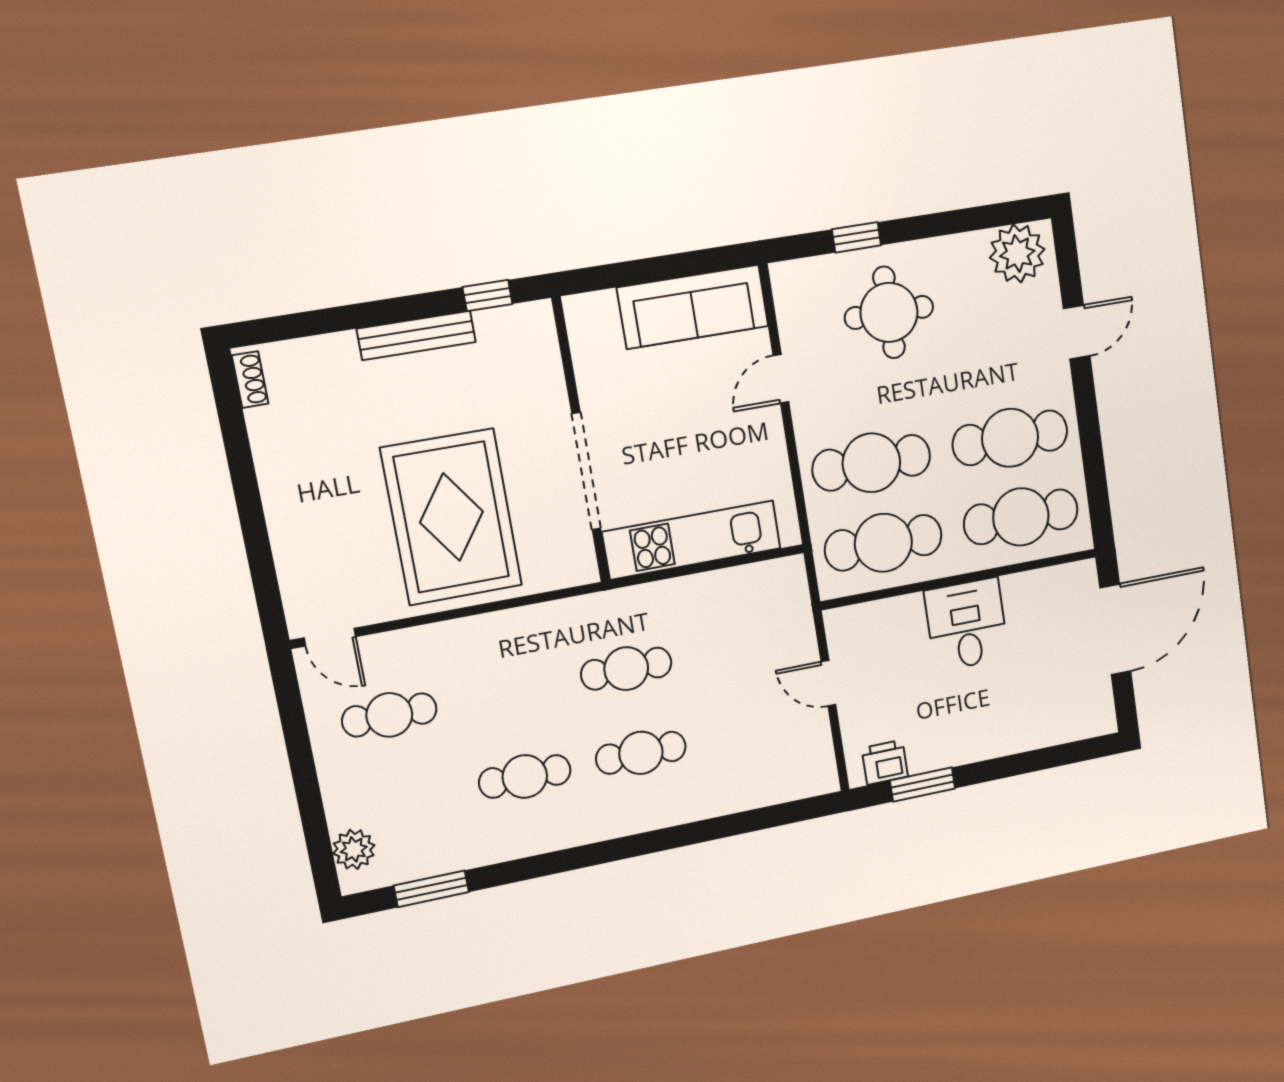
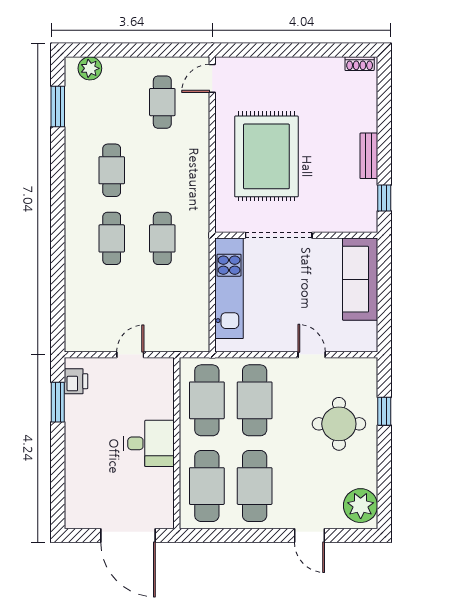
sofa: (693, 307) -> (360, 279), moved
bench: (416, 335) -> (369, 156), width x0.73
rug: (451, 517) -> (266, 156), turned 90

